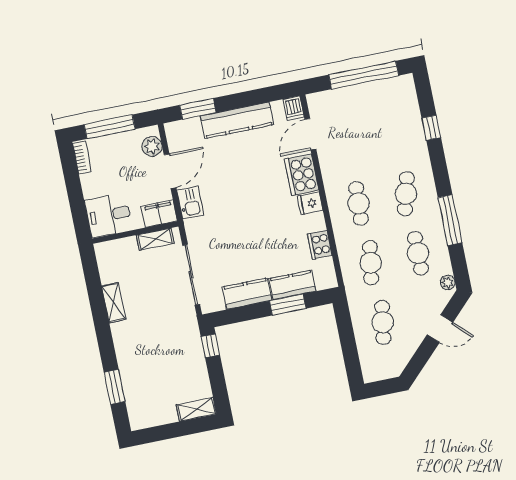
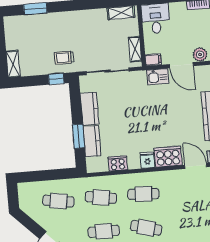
filing cabinet: (159, 214) -> (153, 60), width x0.50
shelving: (114, 303) -> (121, 13), moved
trolley: (179, 338) -> (64, 58), added

